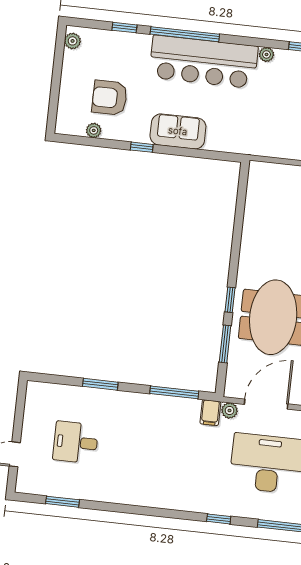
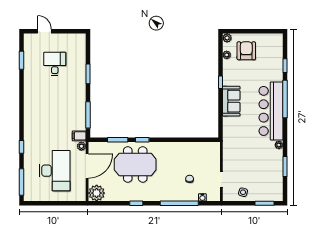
plant: (73, 41) -> (227, 38), moved
armchair: (110, 98) -> (246, 51), moved
door: (266, 404) -> (87, 166), hinge flipped

